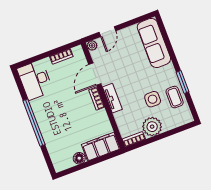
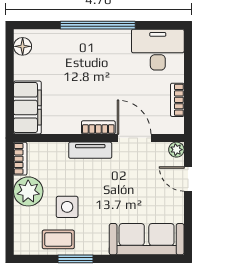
floor lamp: (79, 158) -> (23, 46), moved

